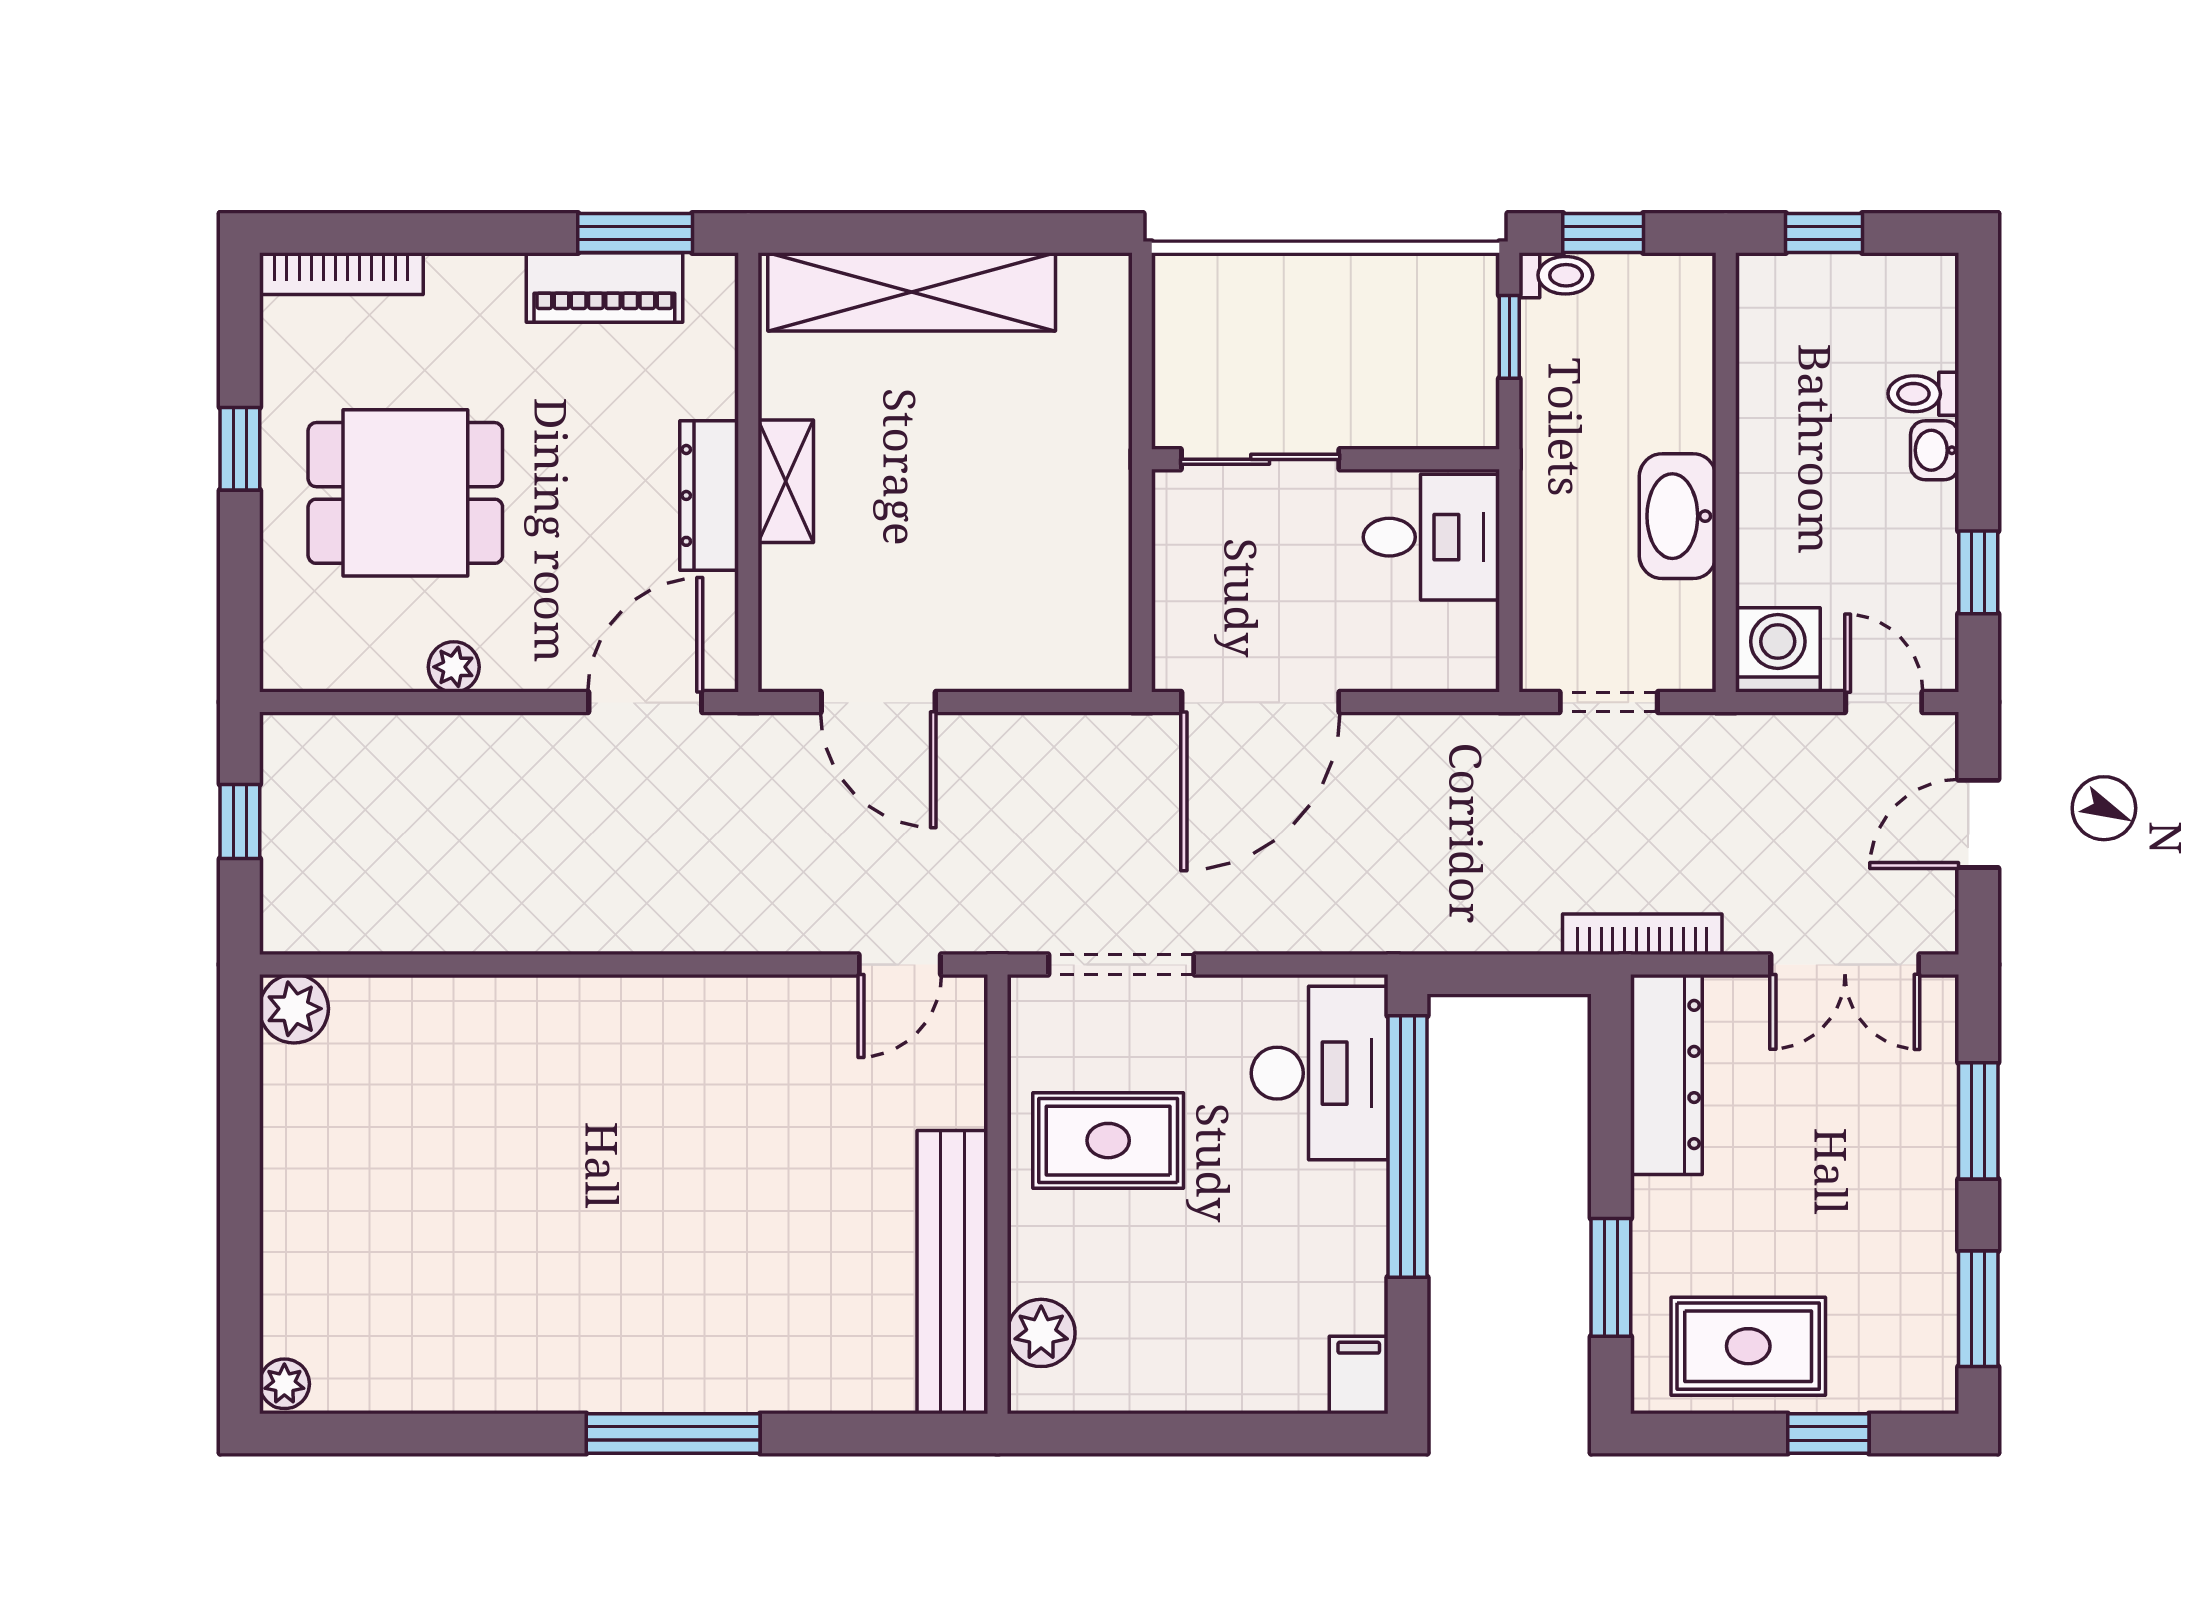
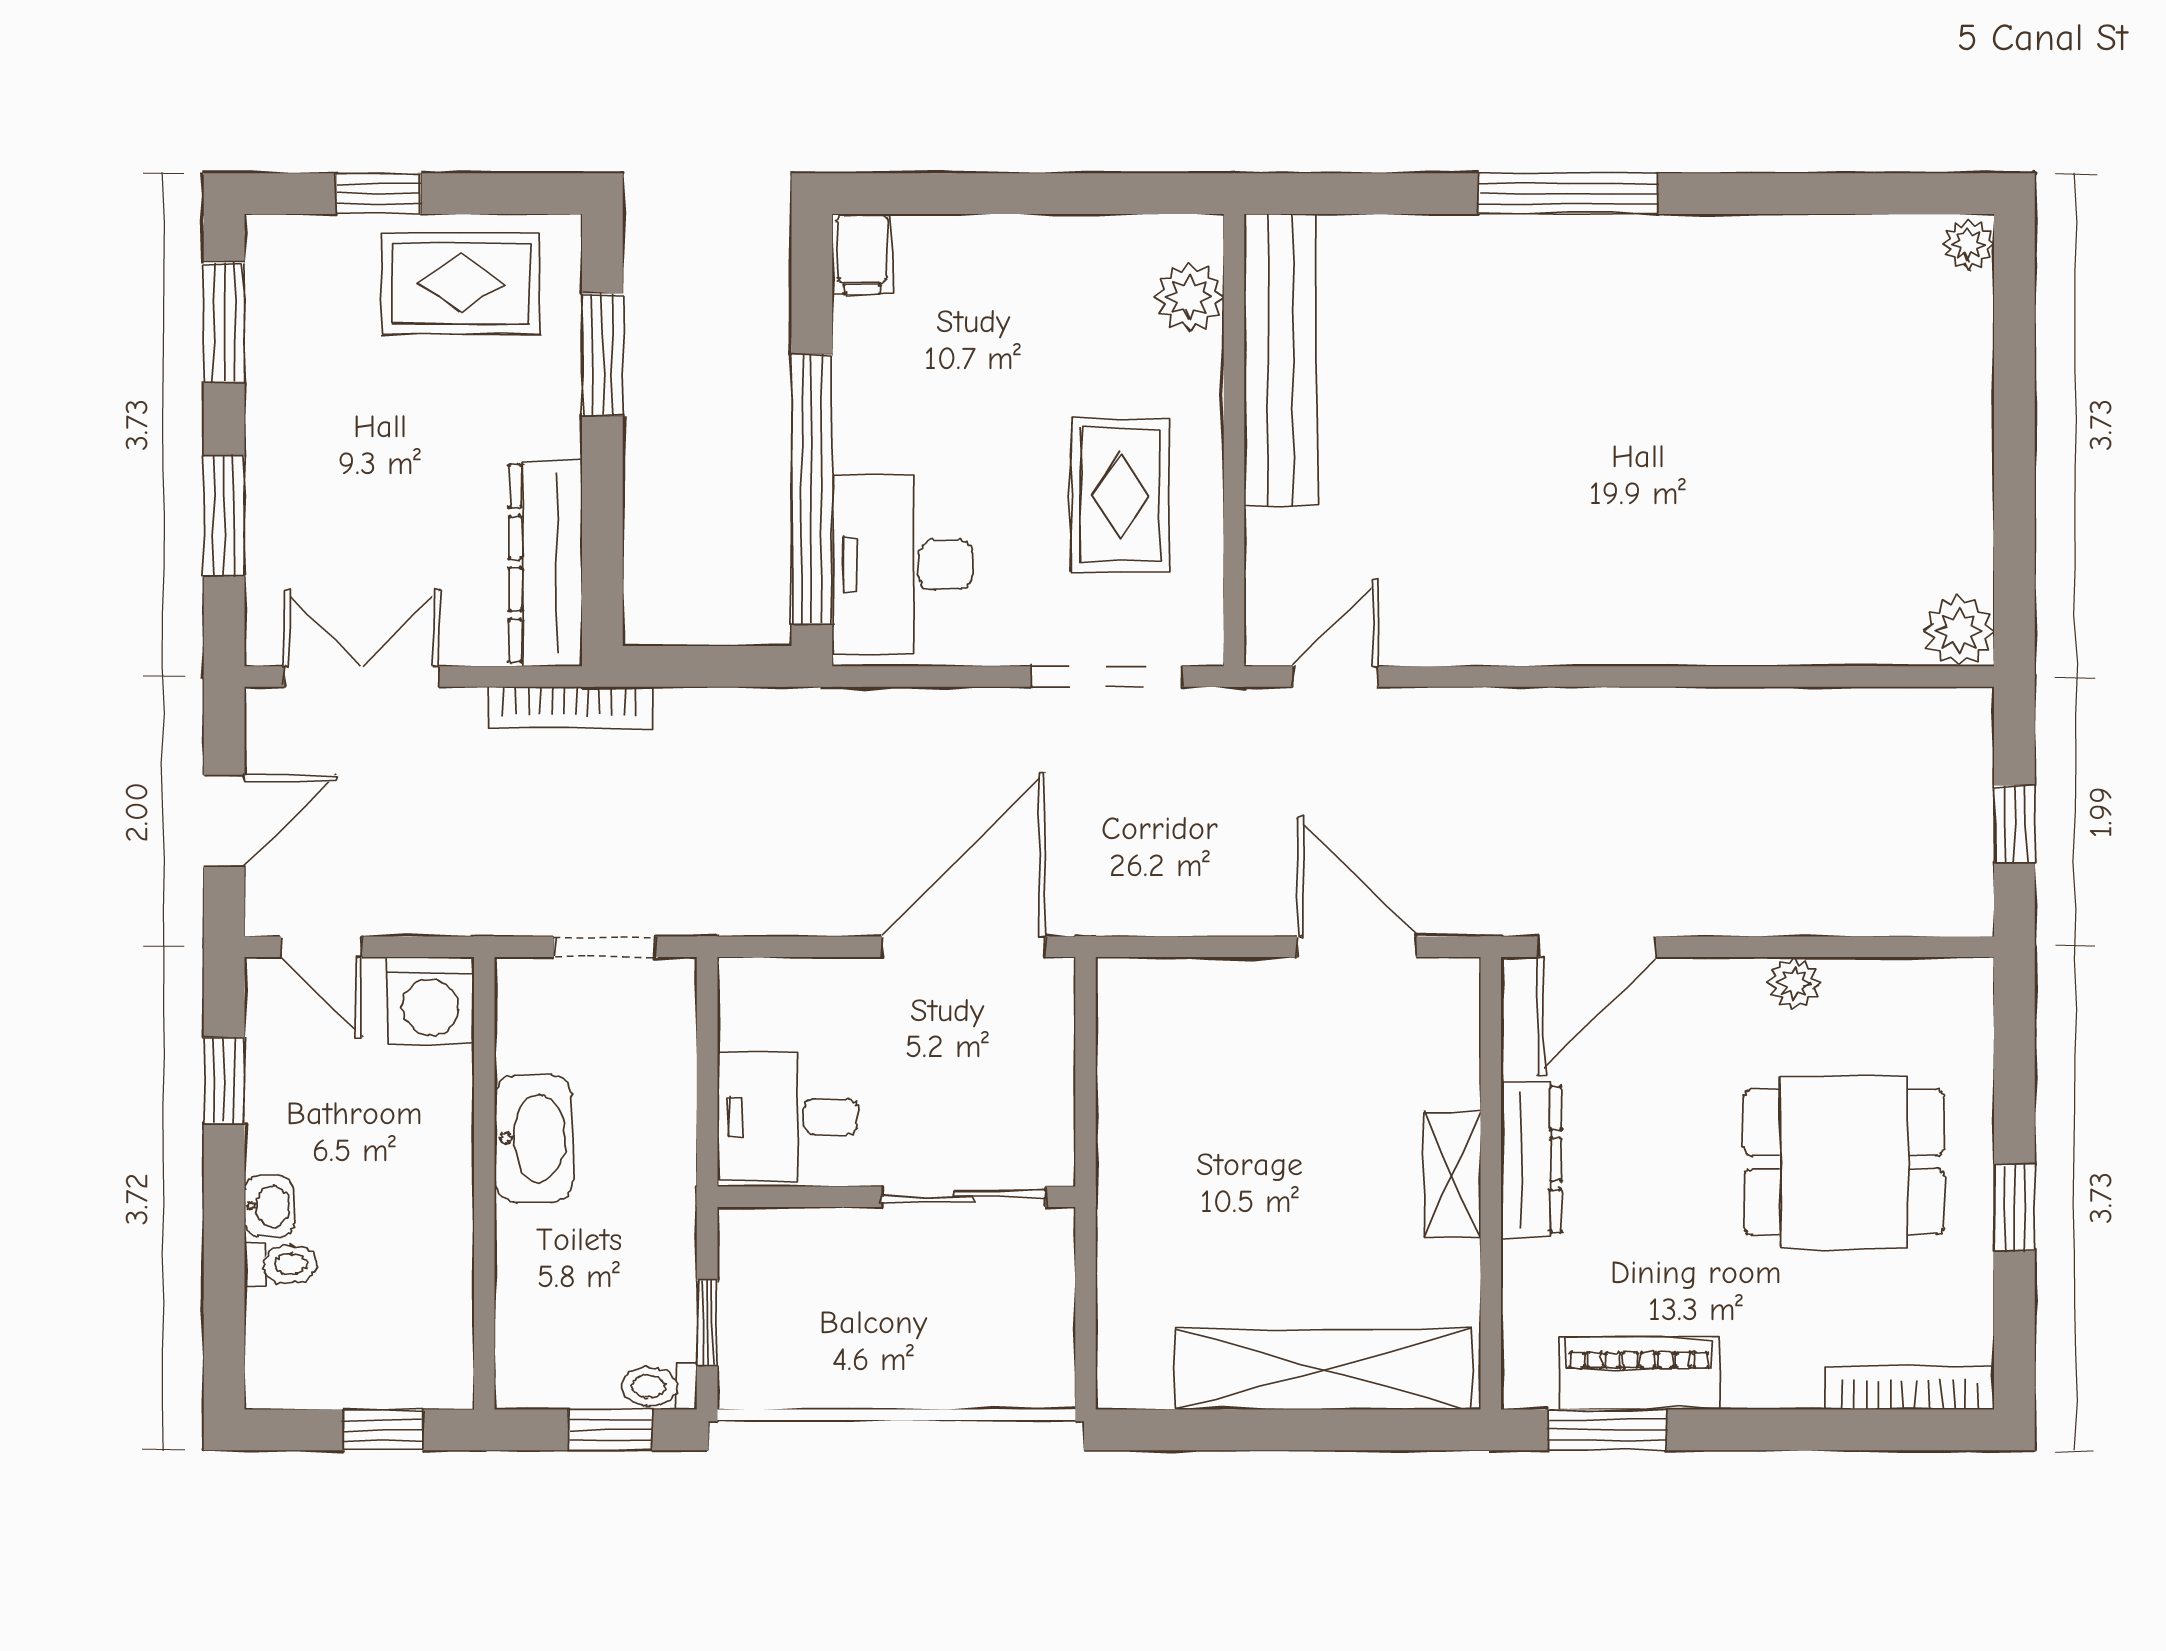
rug: (1108, 1141) -> (1120, 495), turned 90

